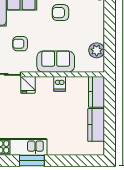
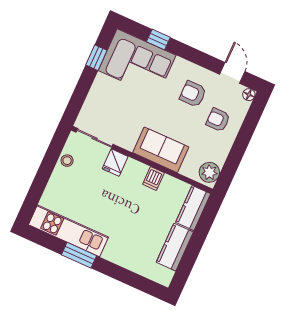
armchair: (20, 44) -> (218, 120), moved
plant: (97, 50) -> (209, 172), moved

